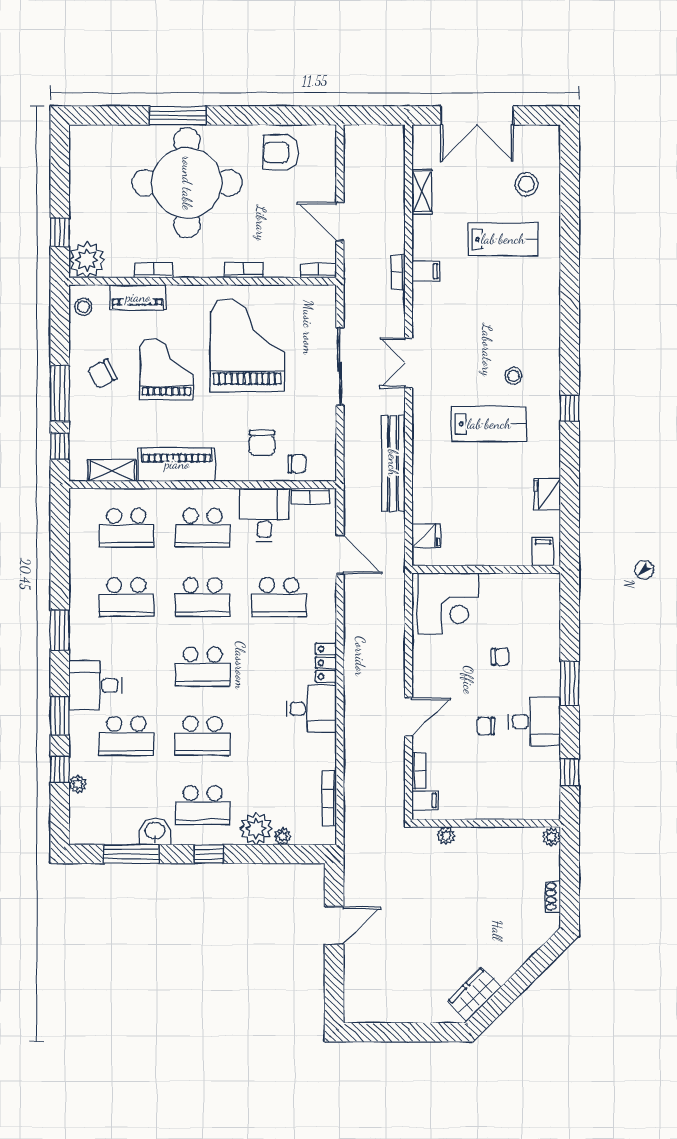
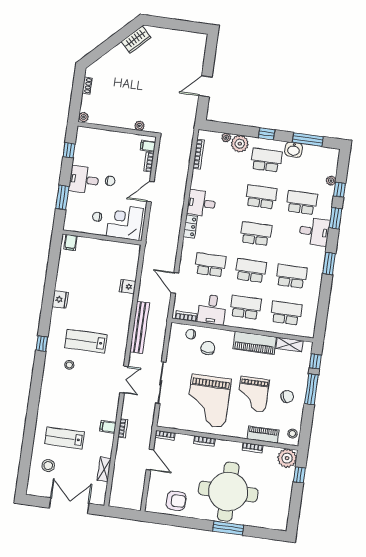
filing cabinet: (543, 552) -> (71, 243), moved
wall: (486, 569) -> (102, 237), moved
corner desk: (448, 603) -> (125, 222), moved

